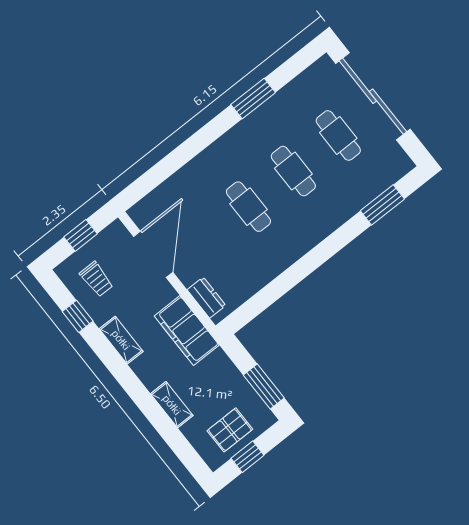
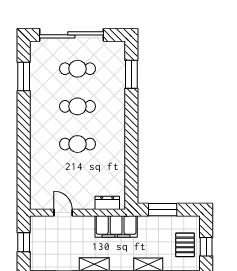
window: (253, 98) -> (24, 77), moved
door: (153, 254) -> (63, 213), width x0.53
trolley: (96, 279) -> (53, 252), removed
window: (264, 387) -> (163, 210), moved

